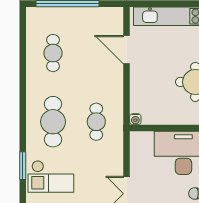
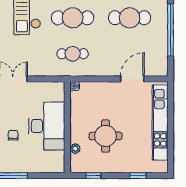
cafe table: (53, 53) -> (130, 18), width x1.37, depth x1.35

